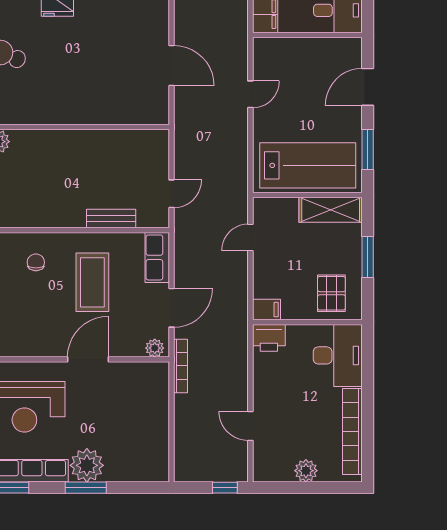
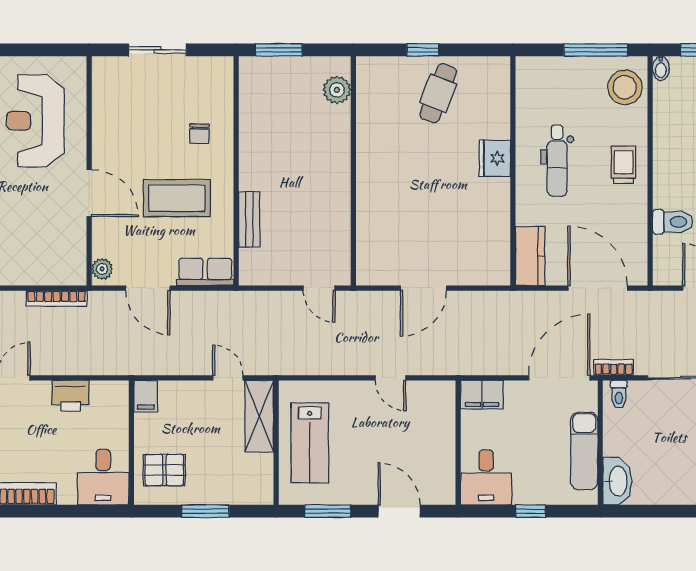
lab bench: (308, 165) -> (310, 443), width x0.73, depth x0.72
door: (171, 194) -> (319, 288), moved
shelving: (331, 210) -> (259, 416), moved
chair: (36, 262) -> (200, 134), turned 90
printer: (269, 338) -> (70, 396), moved, turned -90
desk: (338, 355) -> (103, 477), width x0.73
bookcase: (181, 366) -> (57, 298), moved

